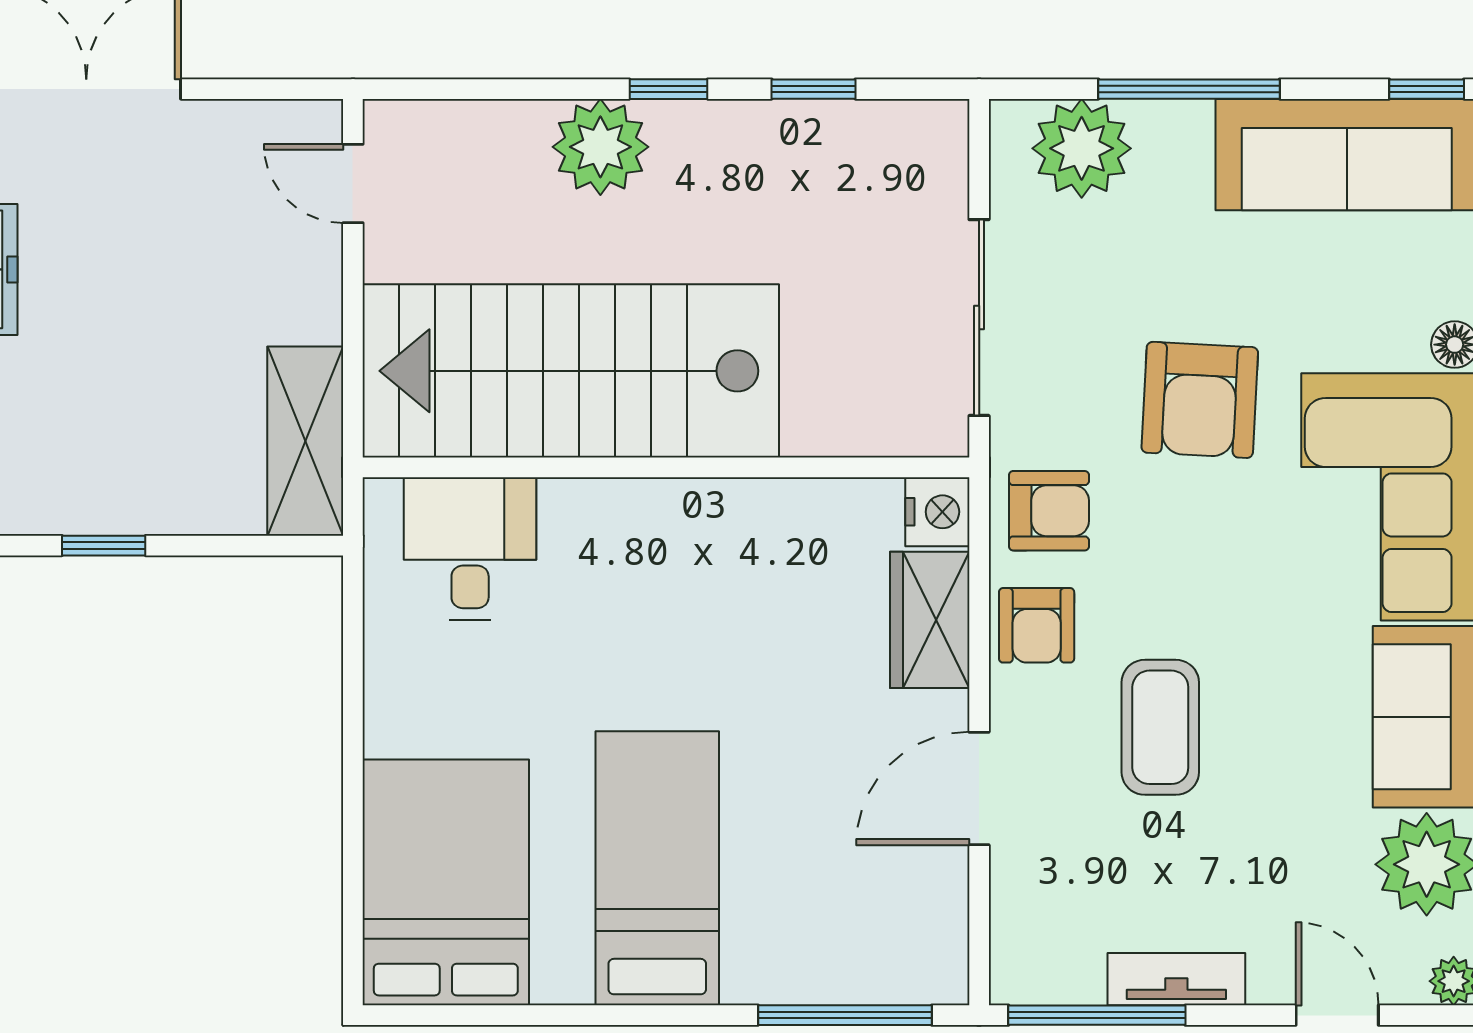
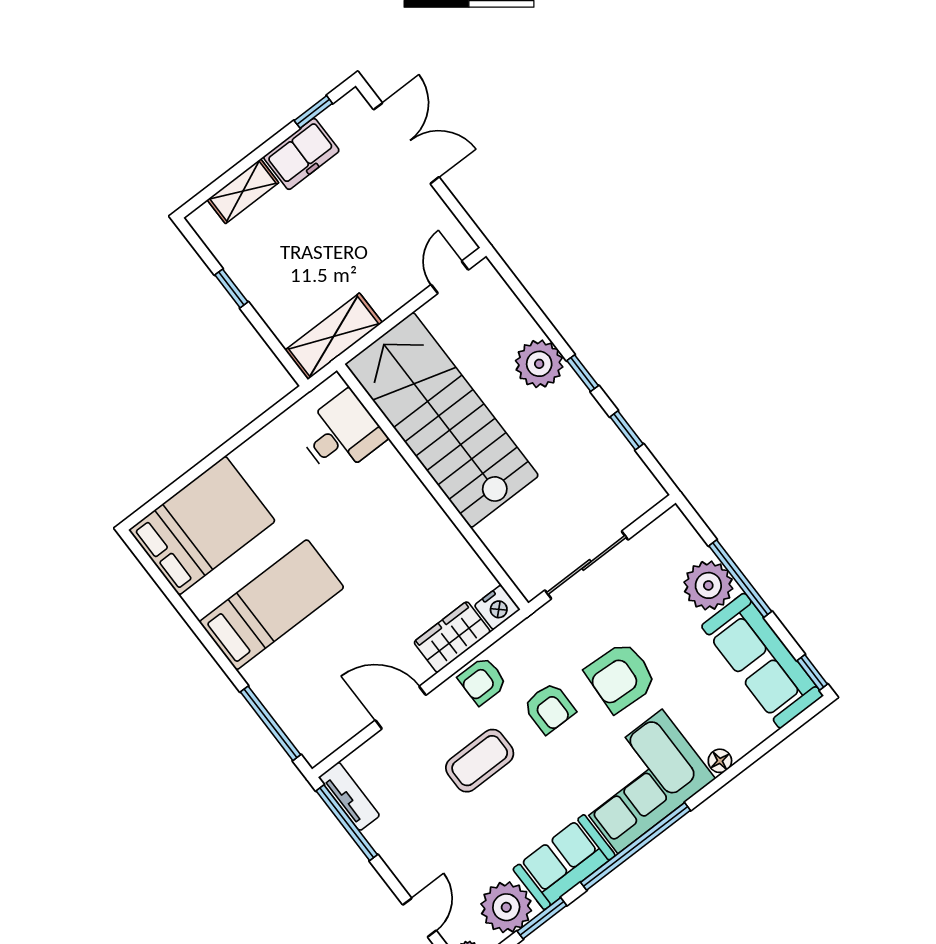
plant: (1082, 148) -> (708, 585), moved
armchair: (1049, 511) -> (549, 708), moved
tv unit: (1176, 979) -> (349, 796), moved

